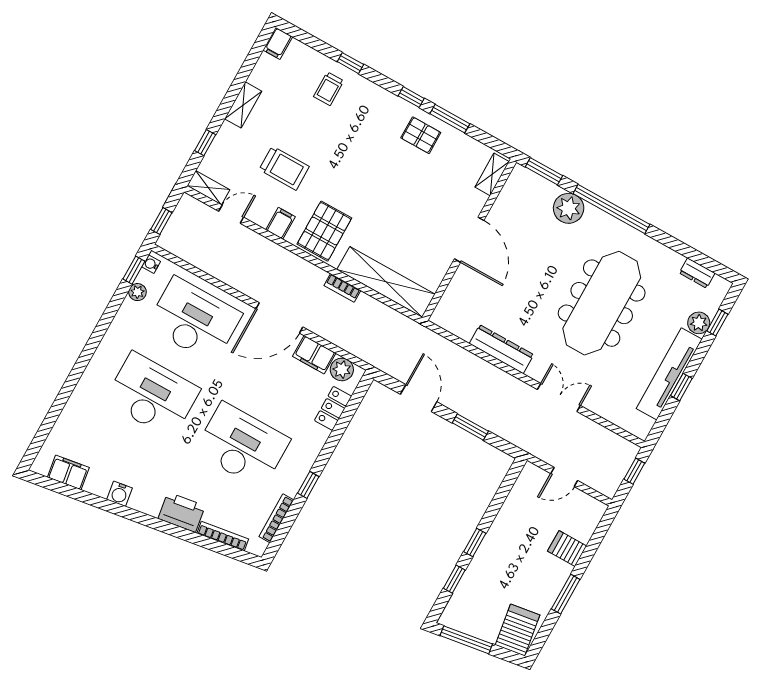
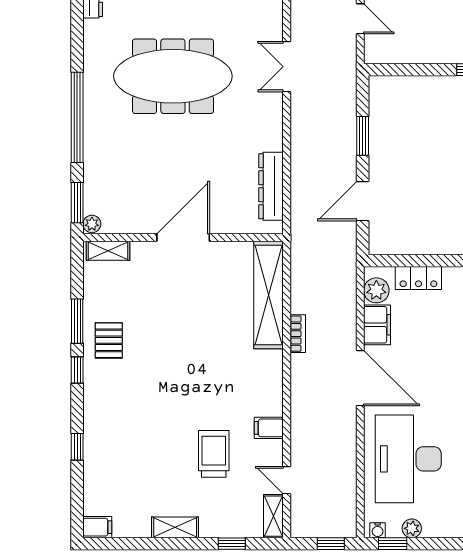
trolley: (329, 89) -> (114, 454), removed
plant: (569, 208) -> (92, 224), moved, width x0.53, depth x0.53
pallet: (324, 231) -> (253, 381), removed
dresser: (501, 349) -> (271, 186), moved

